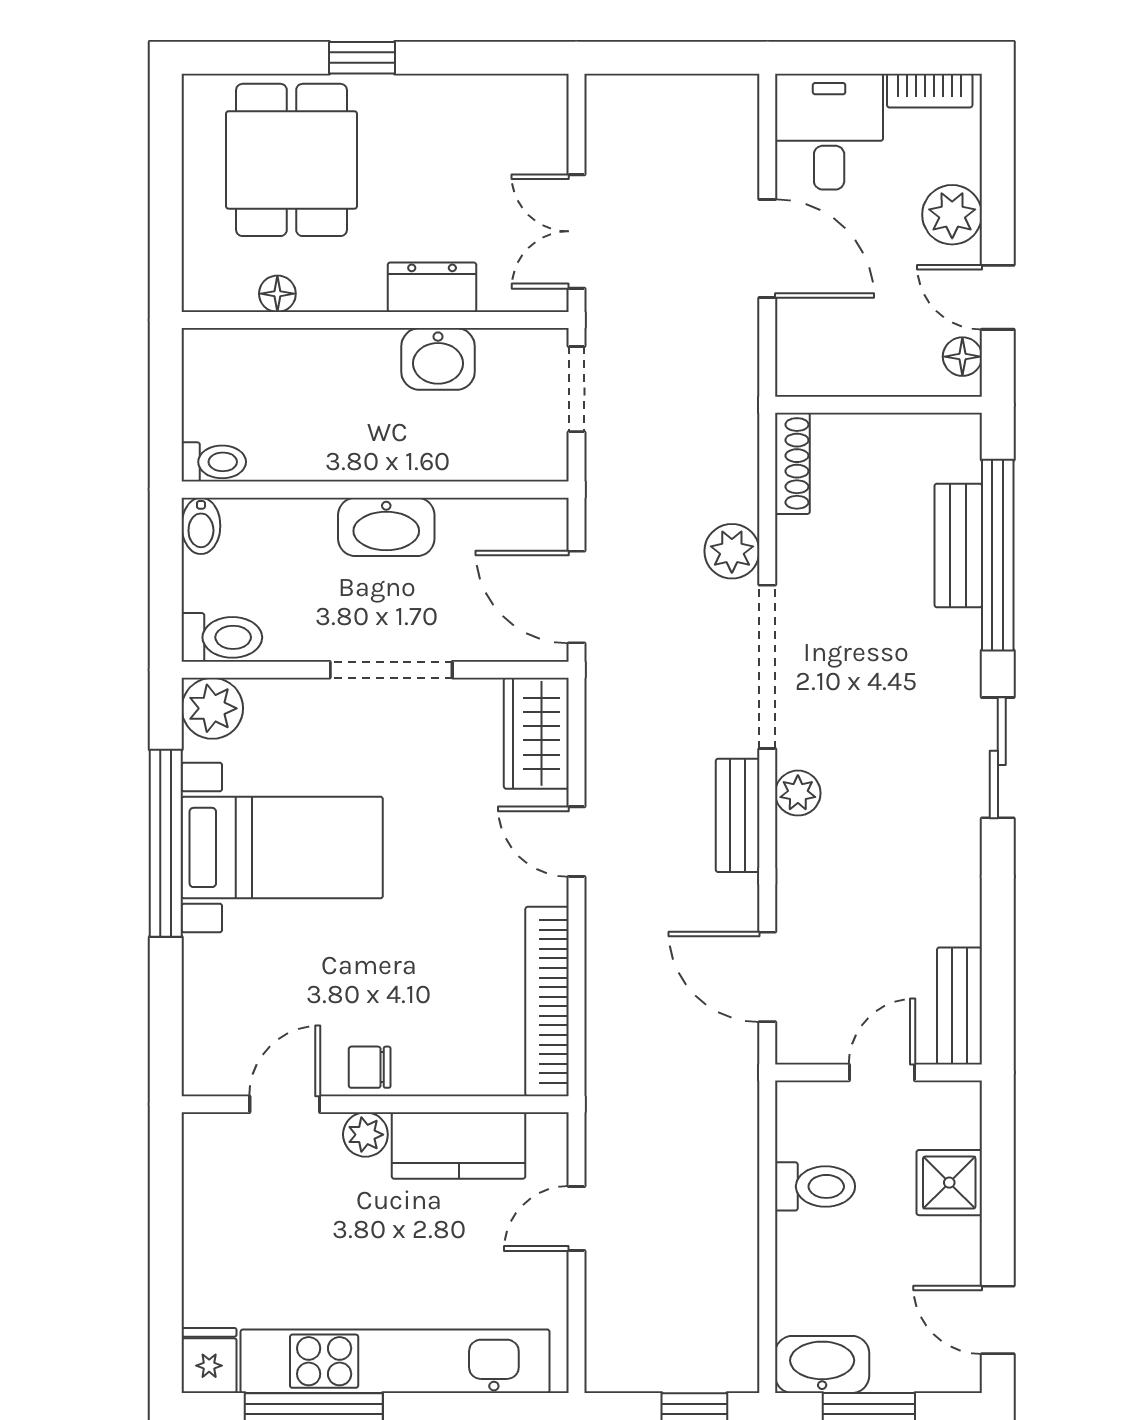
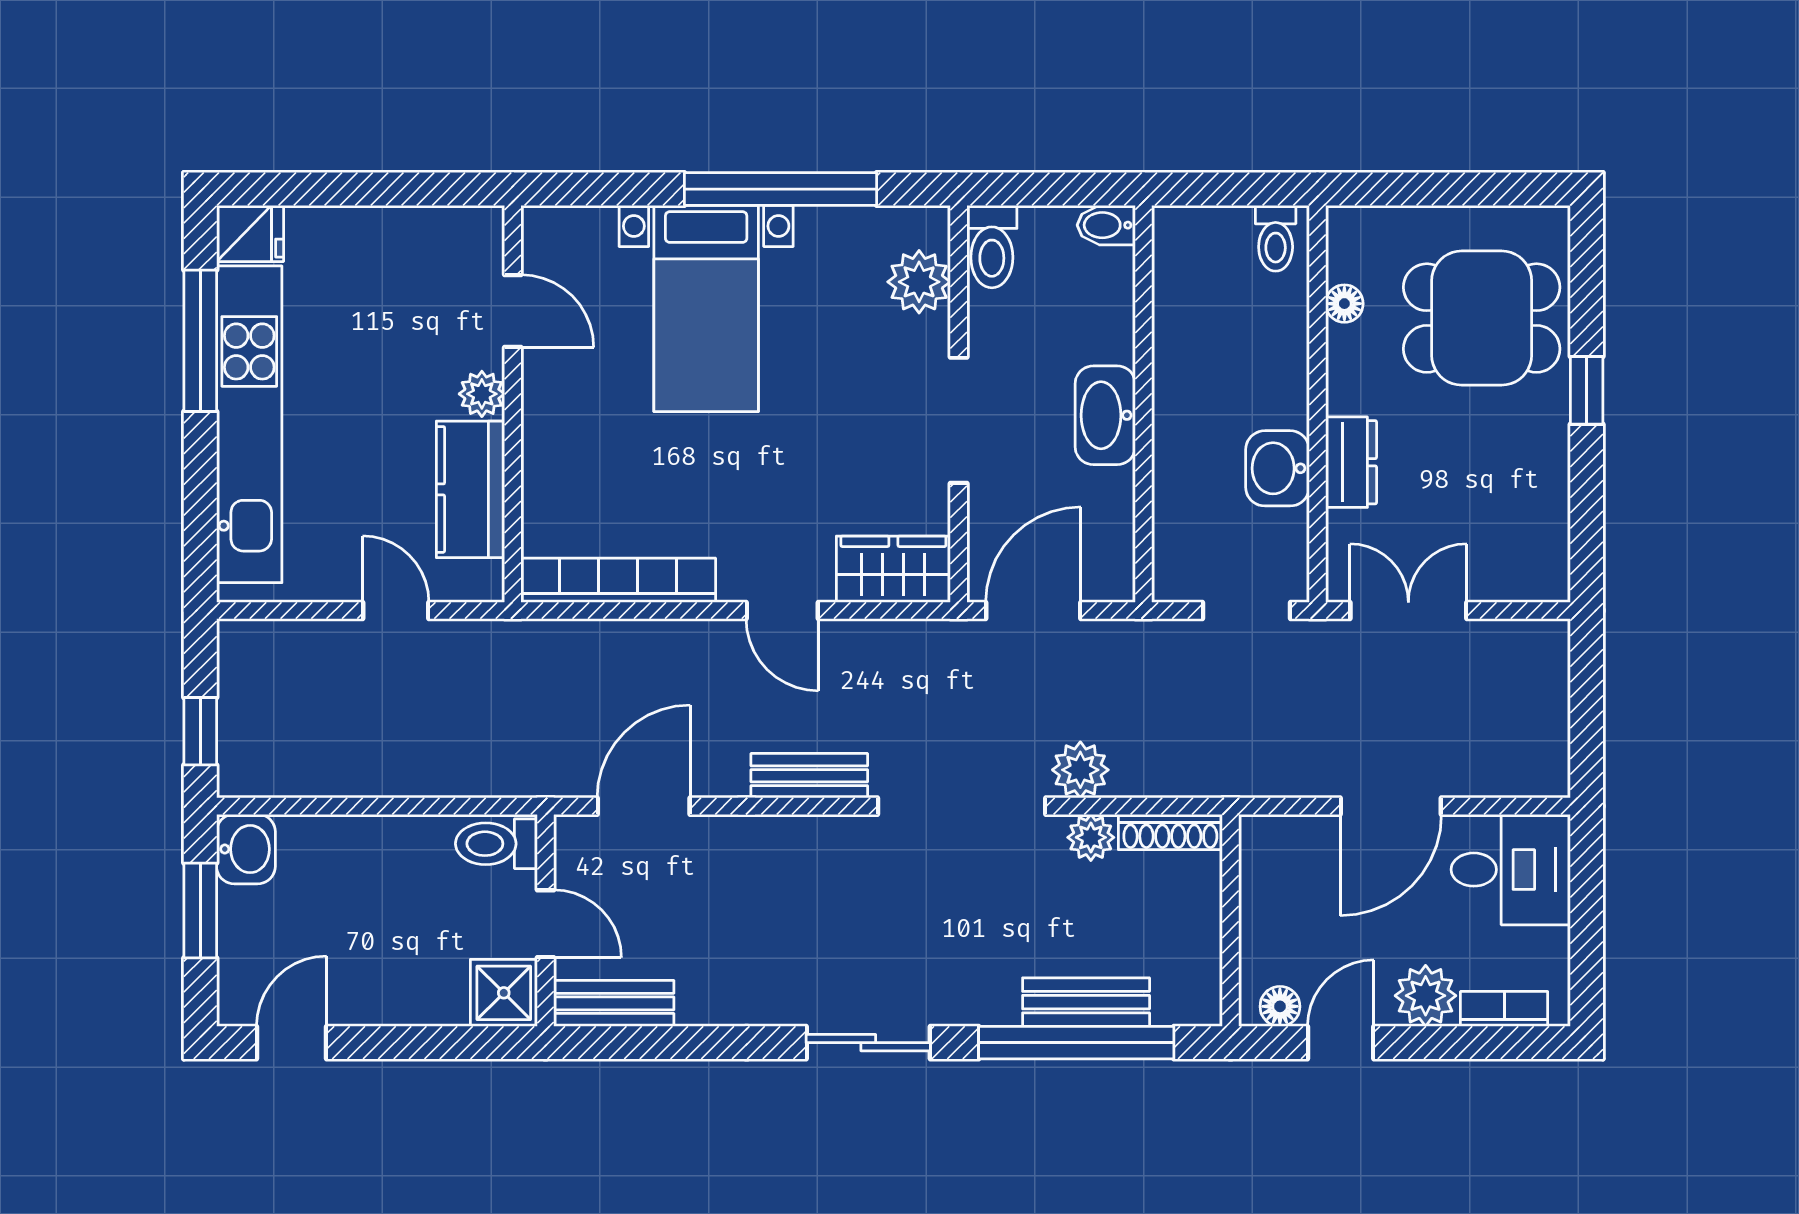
bookcase: (930, 91) -> (1504, 1009), moved, turned 90
toilet: (214, 462) -> (1276, 238), moved
plant: (212, 708) -> (919, 282), moved
plant: (798, 793) -> (1091, 837), moved
door: (576, 842) -> (782, 610), swing flipped
bed with nightstands: (282, 847) -> (706, 308), moved
chair: (370, 1067) -> (551, 398), removed
shower: (949, 1183) -> (504, 993), moved
toilet: (815, 1186) -> (496, 844), moved, turned 90
washbasin: (822, 1364) -> (246, 849), width x0.72

